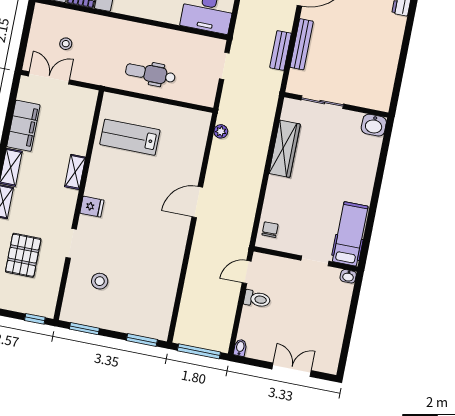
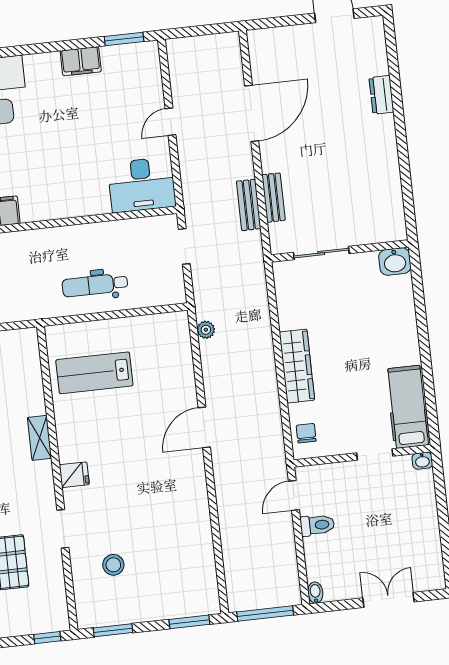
bench: (302, 44) -> (274, 198), width x0.73
wardrobe: (285, 149) -> (297, 366), moved

